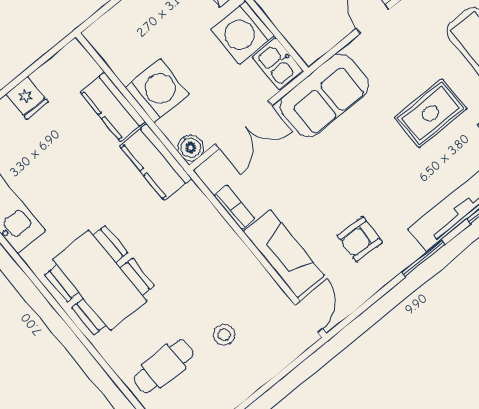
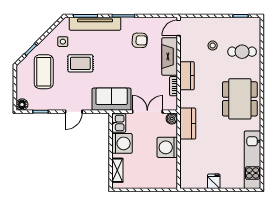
kitchen counter: (113, 107) -> (187, 76), moved

